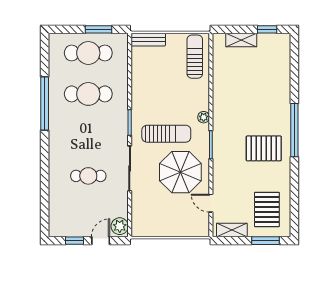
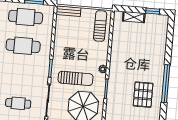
pallet: (264, 148) -> (143, 95), turned 90

